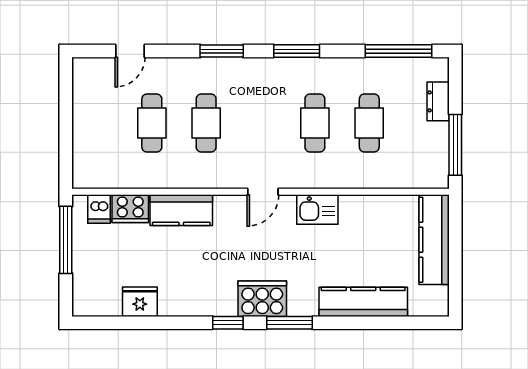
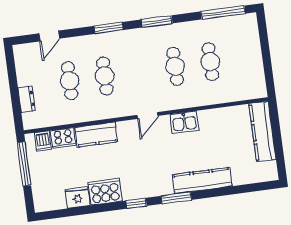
dresser: (438, 101) -> (27, 99), moved, turned 180
window: (455, 145) -> (268, 68), removed
cooker: (262, 299) -> (105, 192), moved
kitchen counter: (363, 302) -> (202, 181), moved

